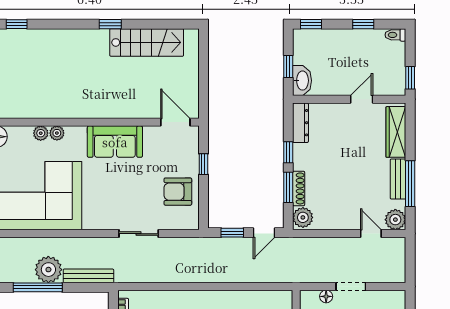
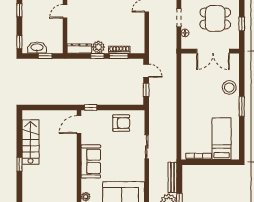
washbasin: (302, 81) -> (37, 48), moved
door: (362, 99) -> (65, 11), hinge flipped
window: (203, 164) -> (91, 108), moved
armchair: (178, 192) -> (121, 123), turned -90
plant: (303, 217) -> (98, 47), moved

